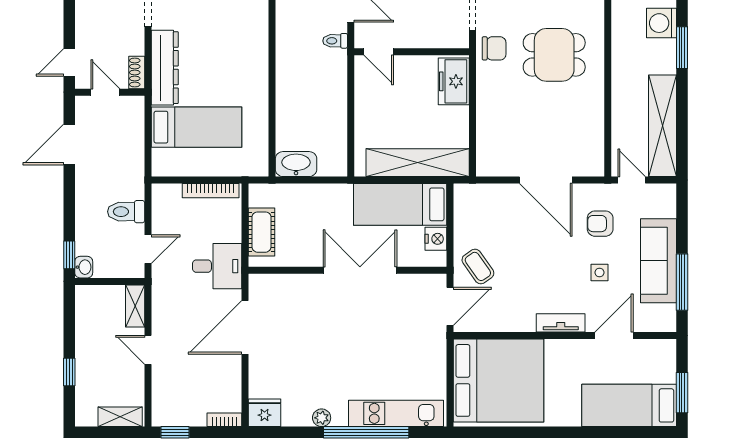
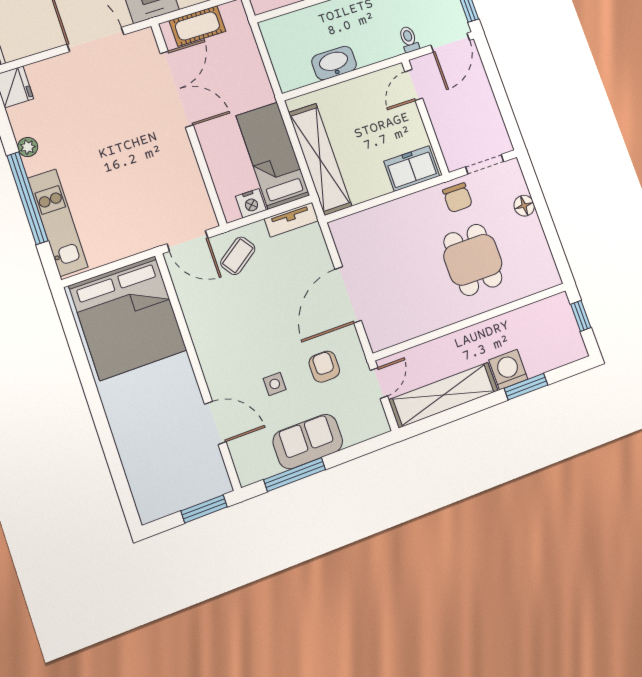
washing machine: (662, 23) -> (508, 370), moved
washbasin: (296, 164) -> (334, 63), moved, turned -90
sofa: (658, 261) -> (308, 441), width x0.73
double door: (360, 270) -> (177, 89), moved
tv unit: (561, 323) -> (291, 220), moved, turned 90
window: (682, 393) -> (204, 509), moved
bed: (629, 405) -> (147, 466), removed

